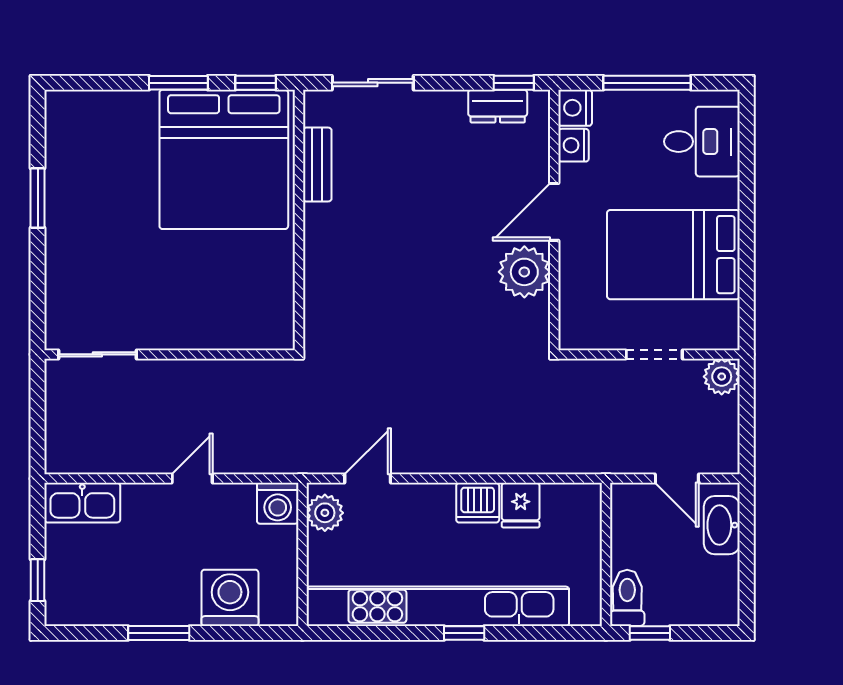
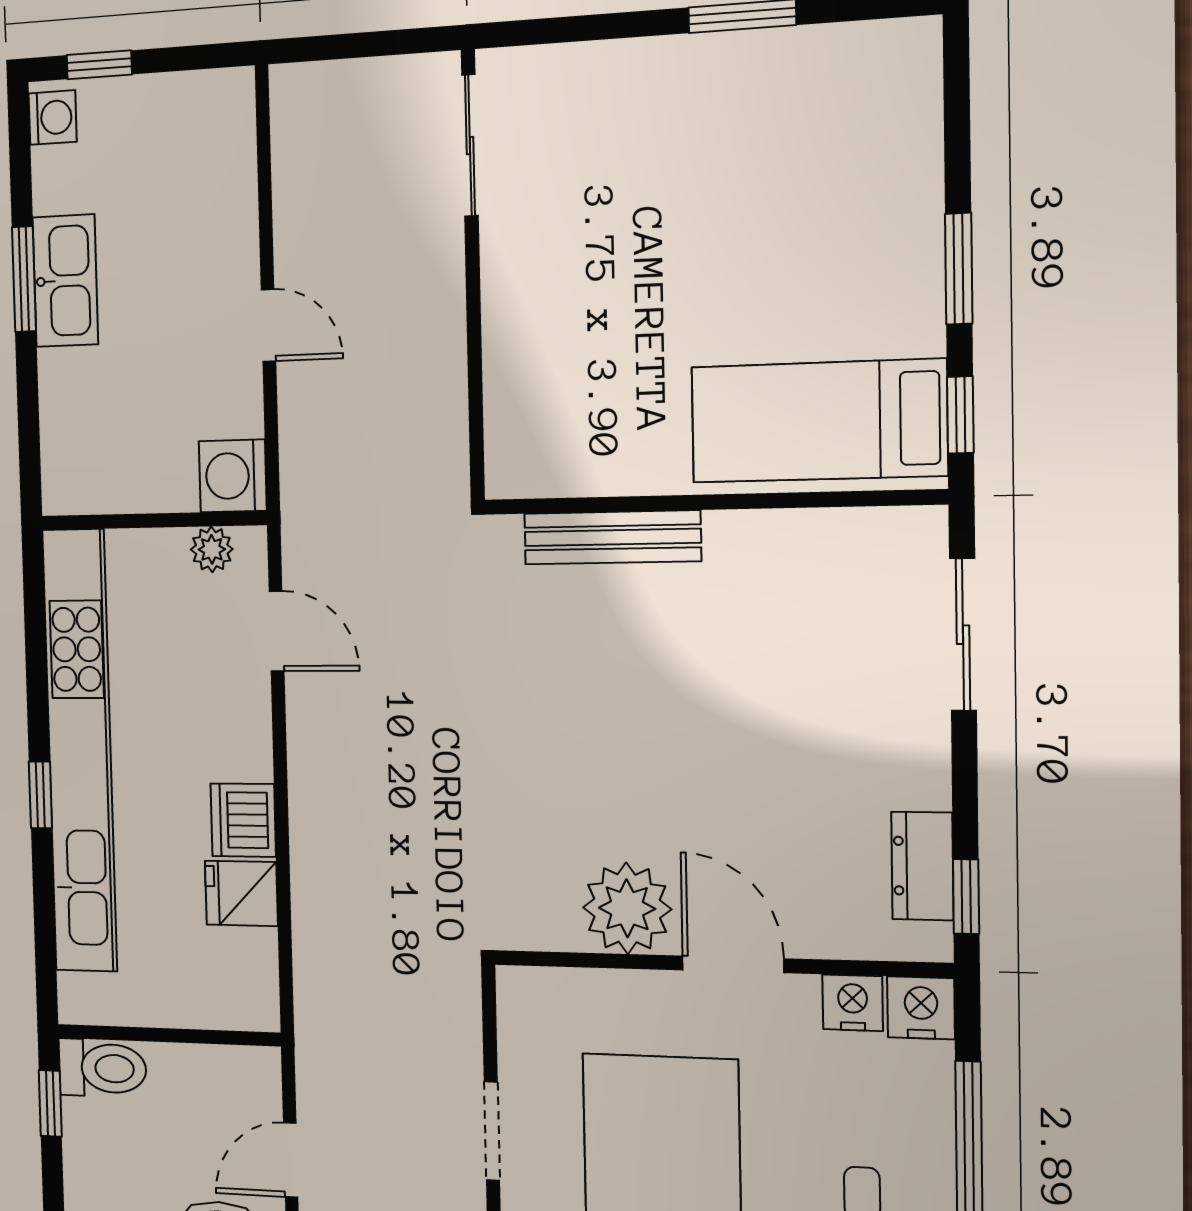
bed: (224, 159) -> (818, 421), width x0.49
bench: (317, 165) -> (612, 537), moved, width x1.36
kitchen sink: (82, 503) -> (65, 281), moved, turned 180
plant: (325, 513) -> (212, 549), width x0.73, depth x0.73
washing machine: (230, 598) -> (53, 118), moved, width x0.53, depth x0.53

